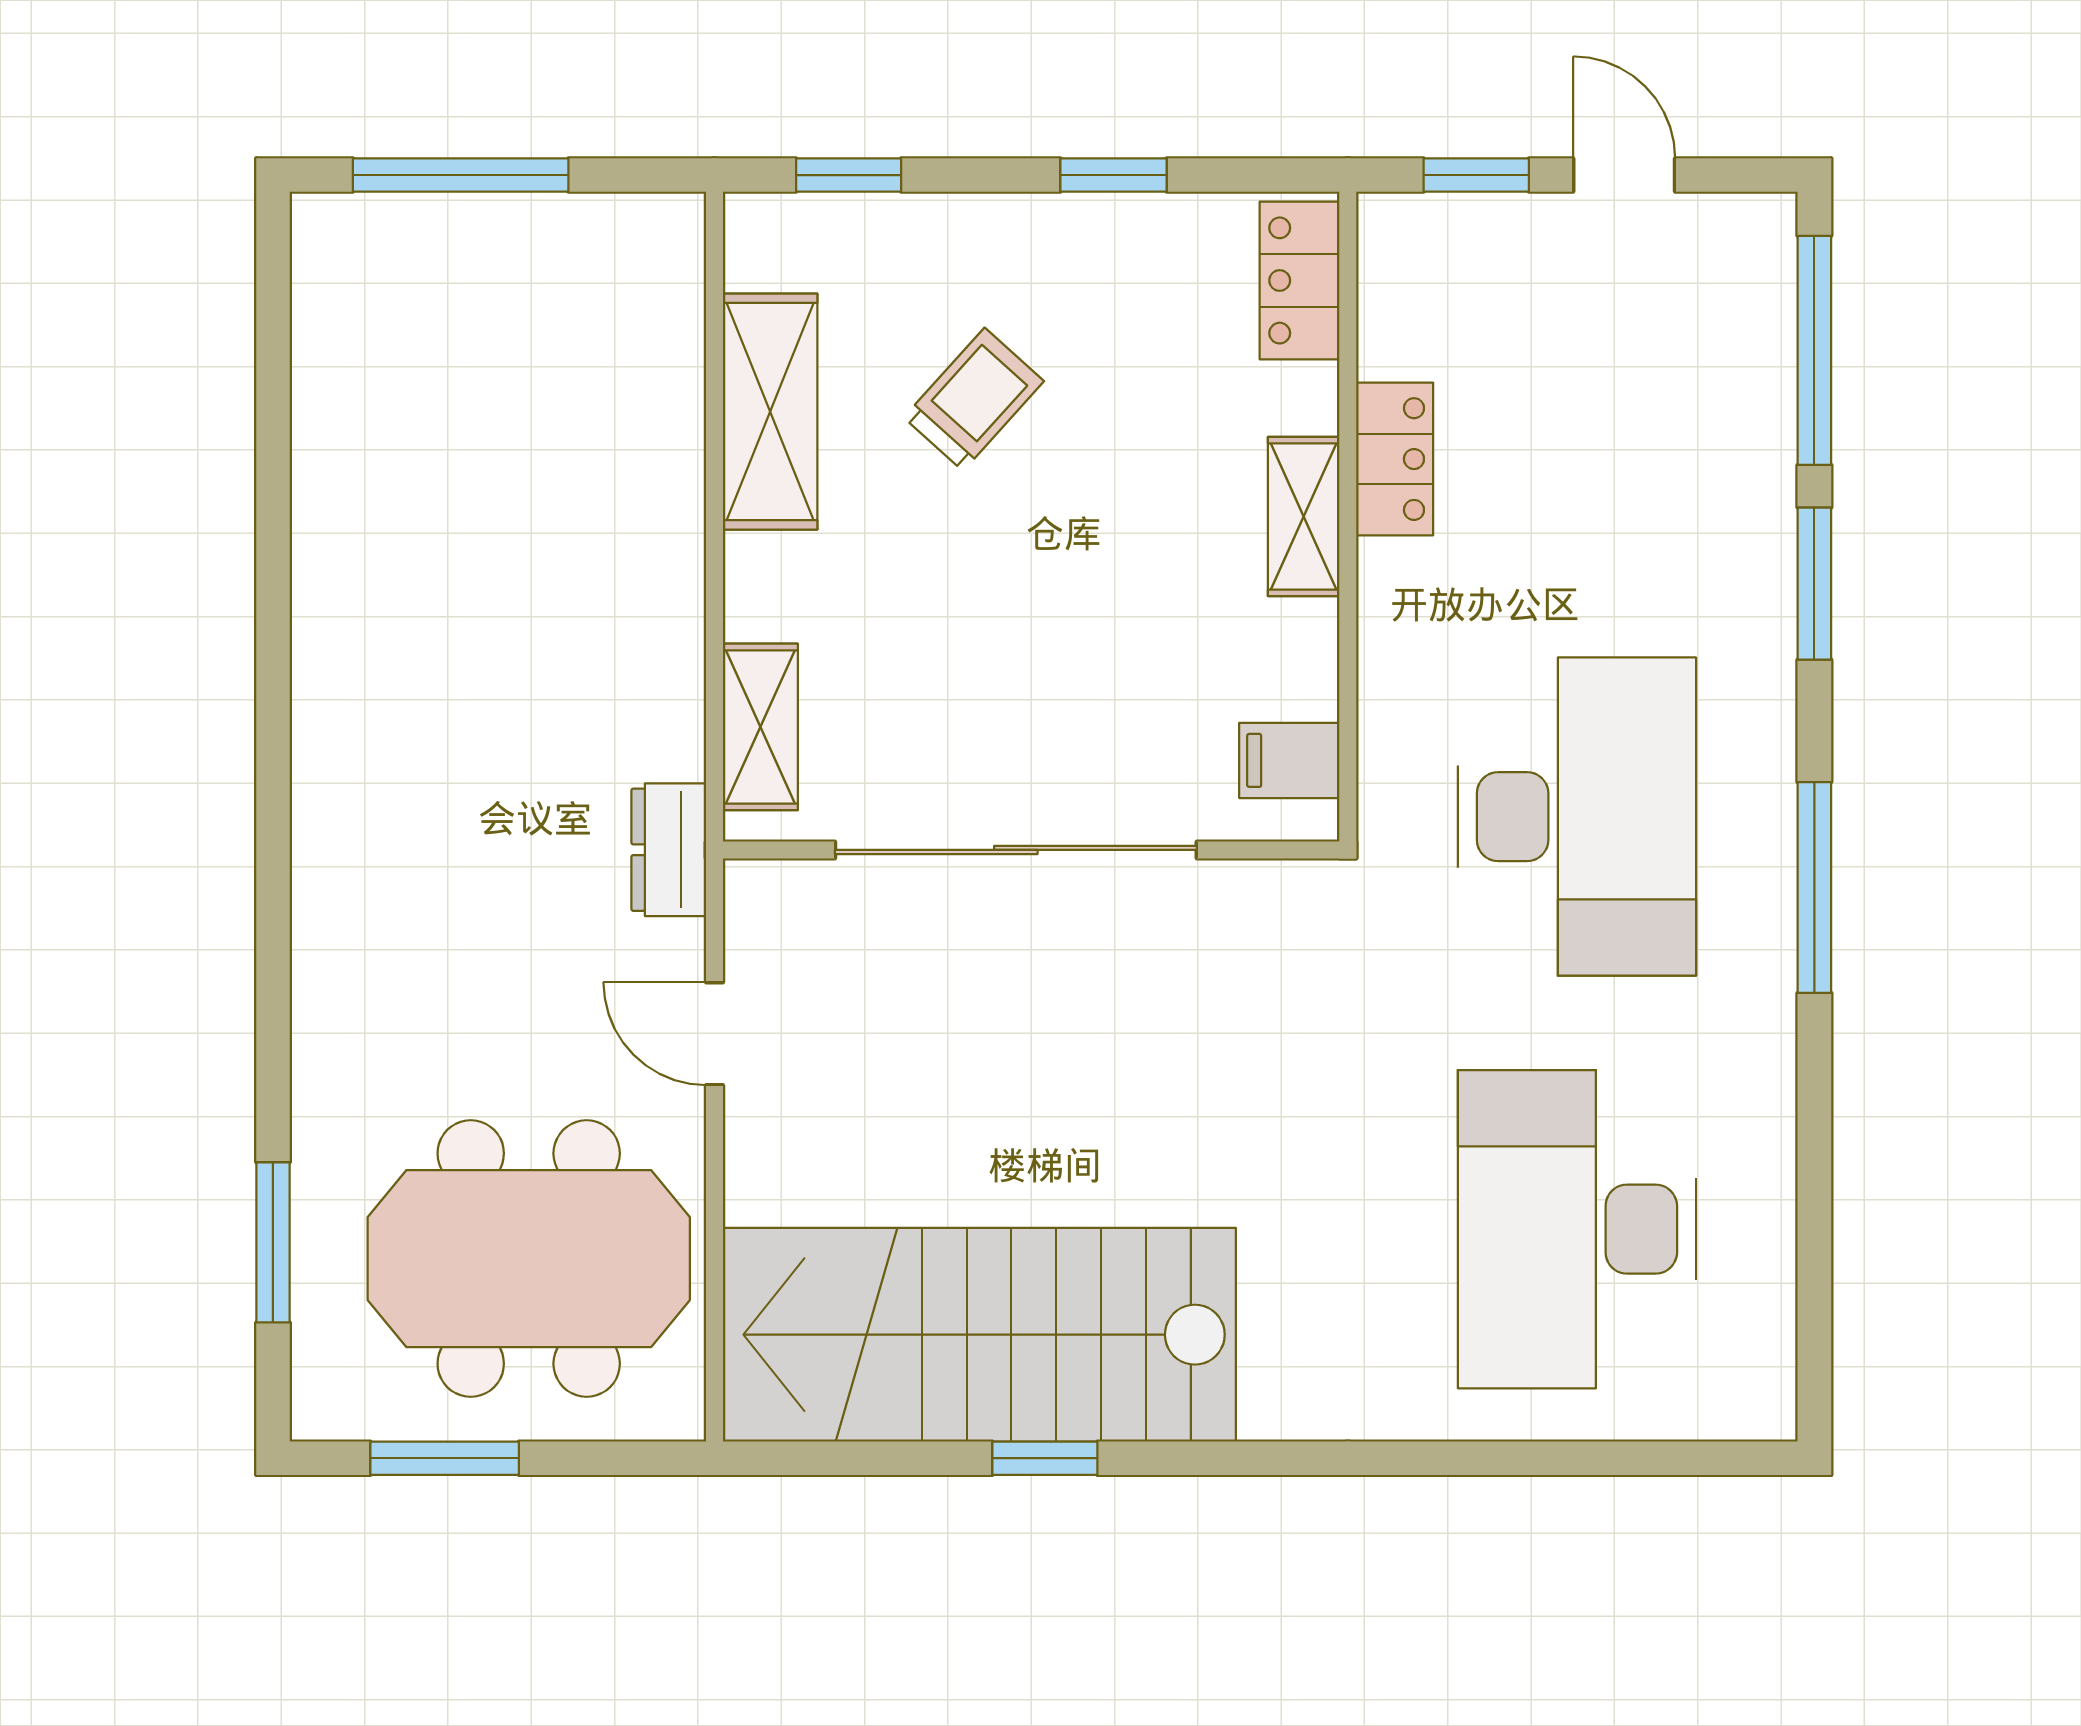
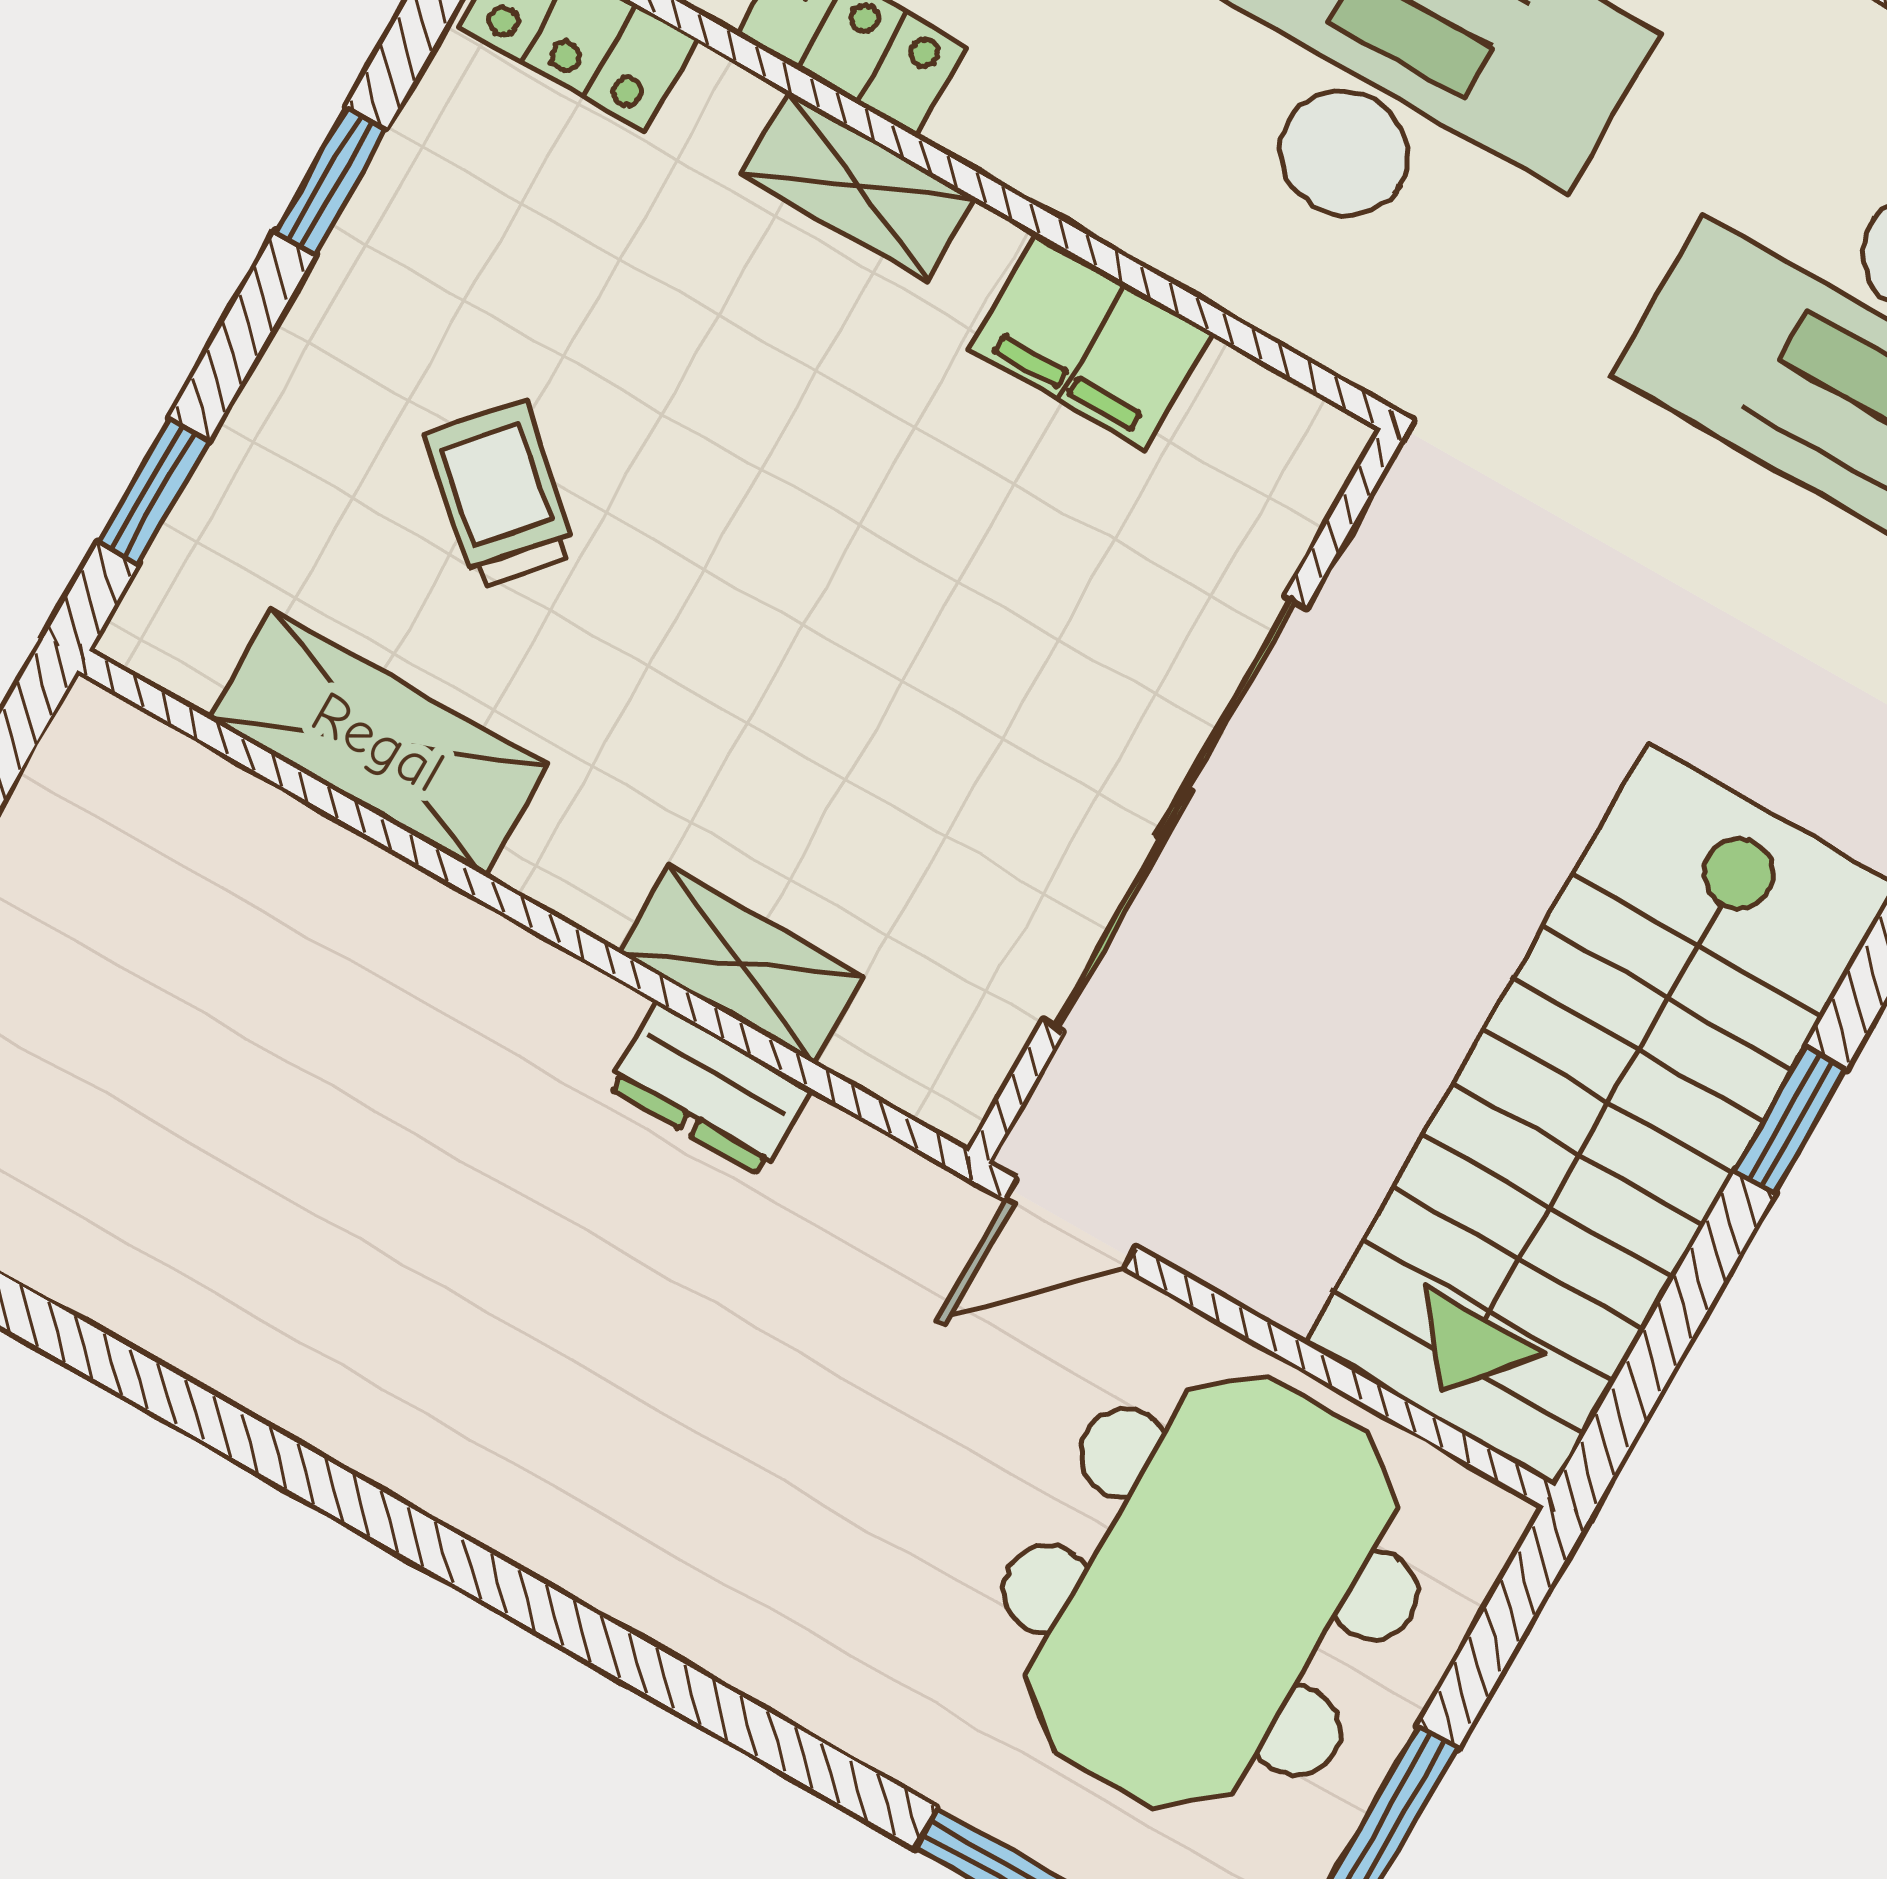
filing cabinet: (1289, 760) -> (1091, 341), width x2.00
dresser: (669, 850) -> (709, 1088), moved
sliding door: (1016, 850) -> (1174, 814), moved
wall: (1031, 850) -> (1185, 796), moved

